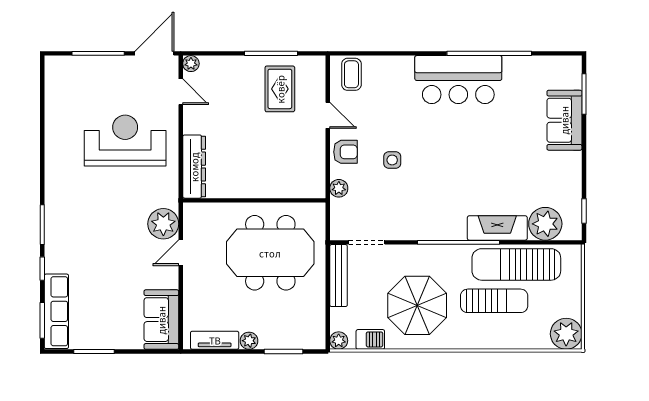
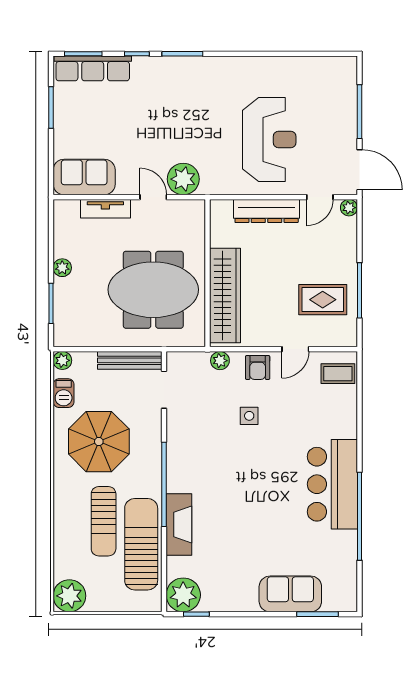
dresser: (194, 167) -> (267, 211), moved
wardrobe: (276, 183) -> (225, 295), added
plant: (545, 224) -> (183, 595), moved
meeting table: (270, 253) -> (153, 290), turned 90
tv unit: (215, 340) -> (105, 209), moved, turned 90

